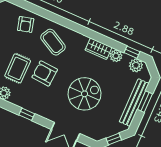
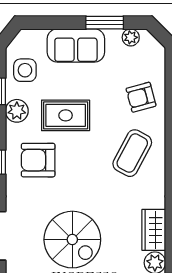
armchair: (45, 73) -> (38, 160), moved, turned -94

